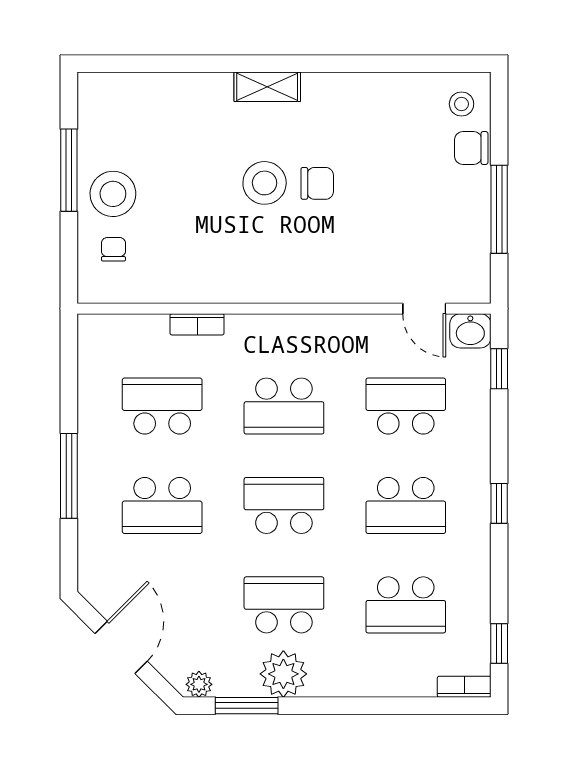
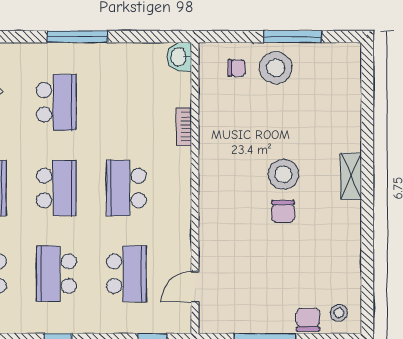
washbasin: (470, 331) -> (179, 57), moved
school desk: (162, 406) -> (126, 102), removed
school desk: (162, 505) -> (56, 102), turned 180

